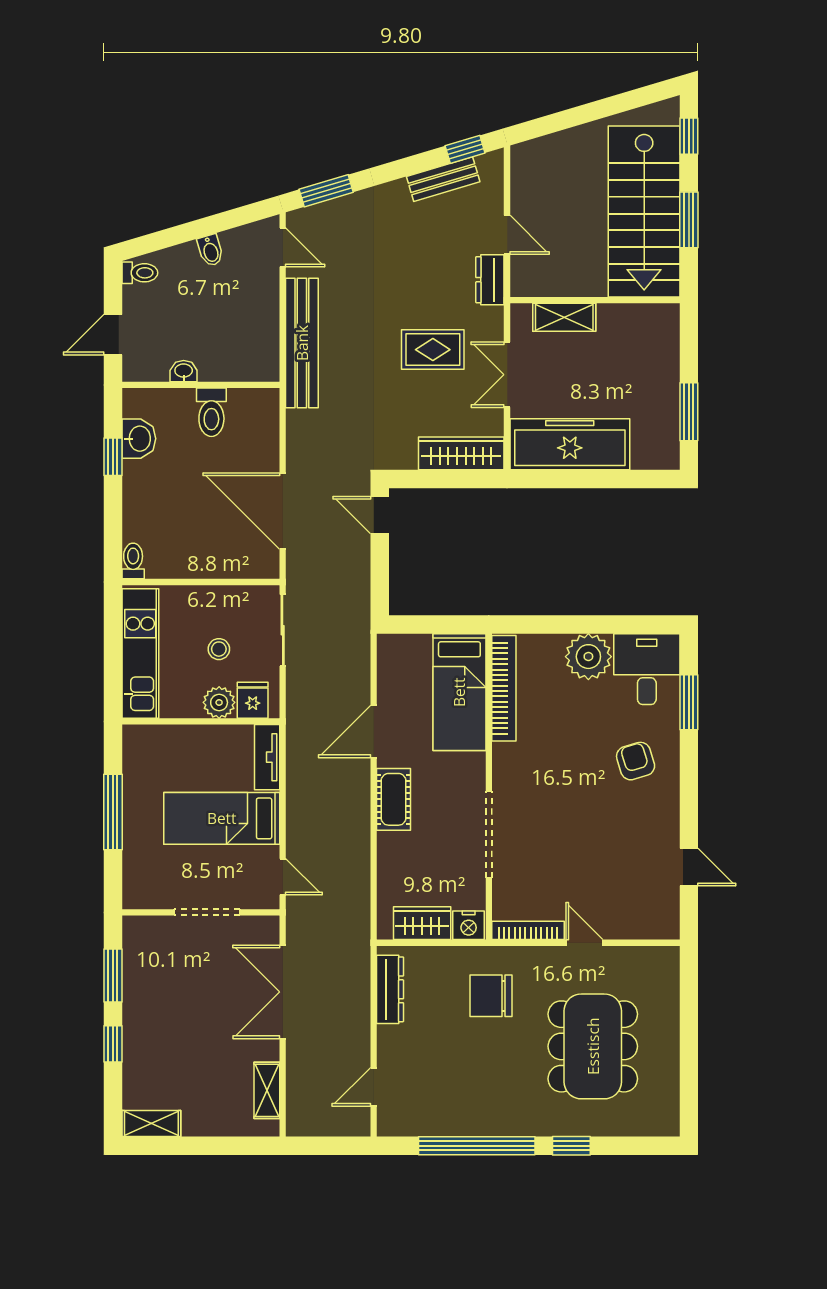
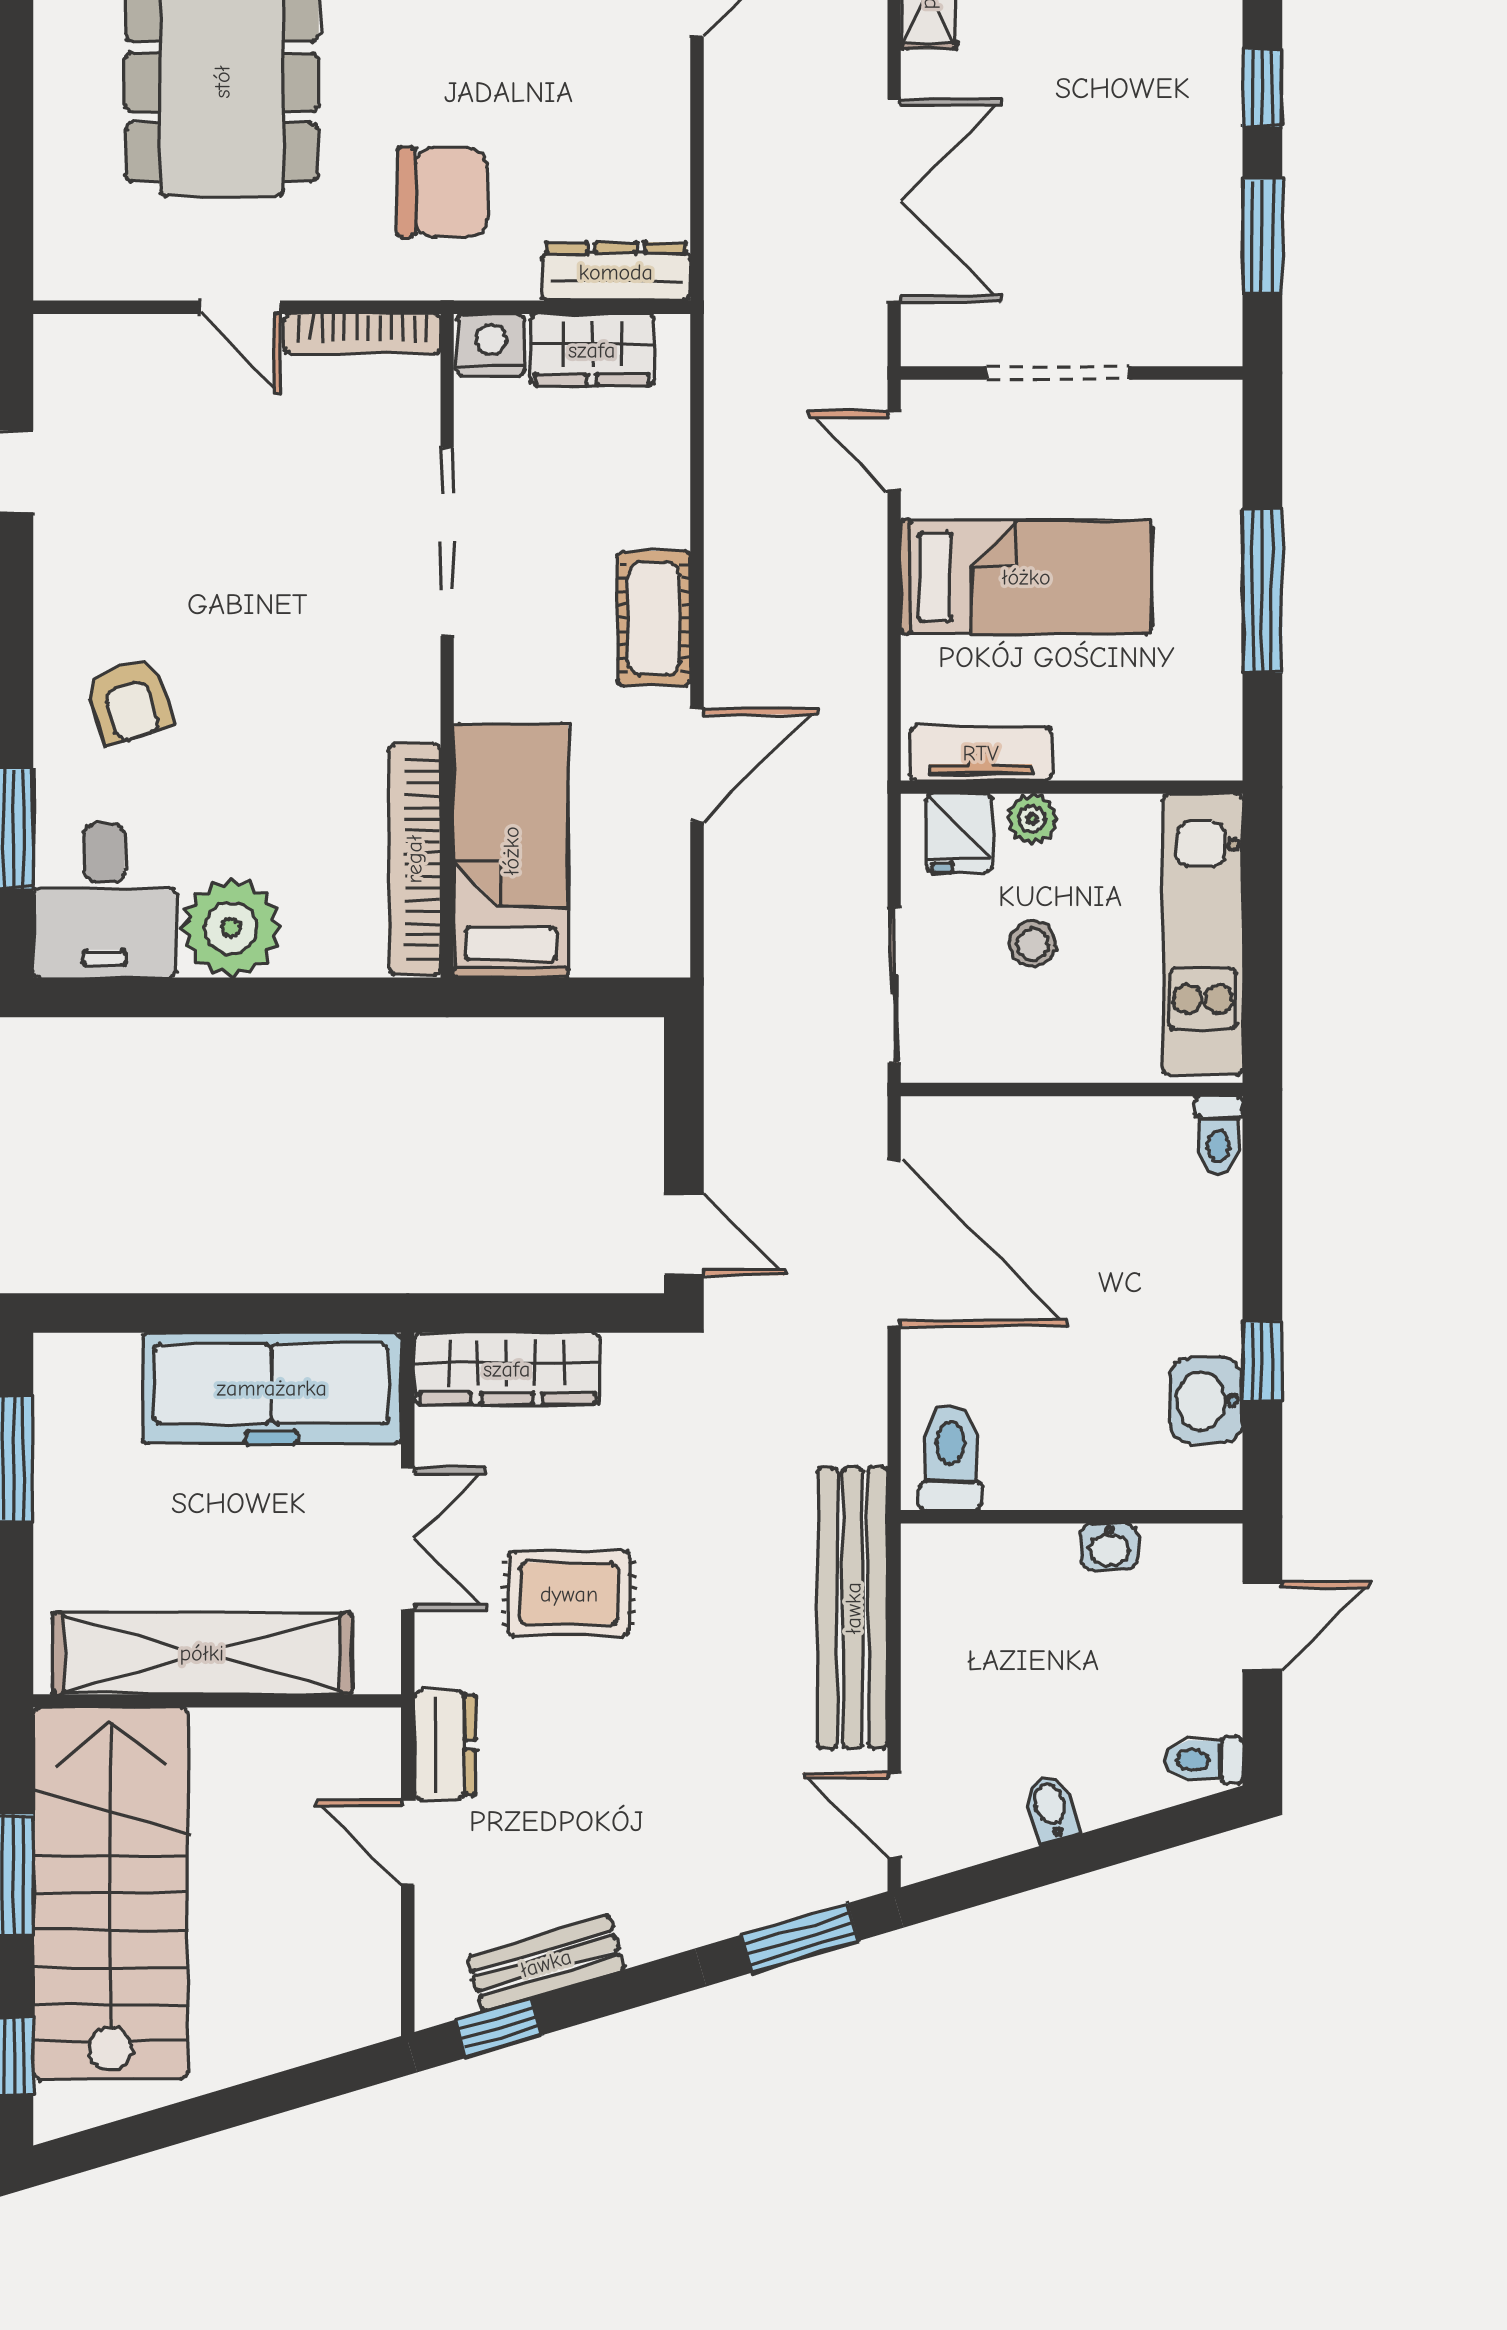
shelving: (564, 317) -> (202, 1653), width x2.20, depth x1.33
toilet: (211, 412) -> (950, 1458), moved
plant: (219, 702) -> (1032, 819), width x0.73, depth x0.73
tv unit: (267, 757) -> (981, 753), moved, turned -90
dresser: (390, 989) -> (616, 272), moved, turned 90

